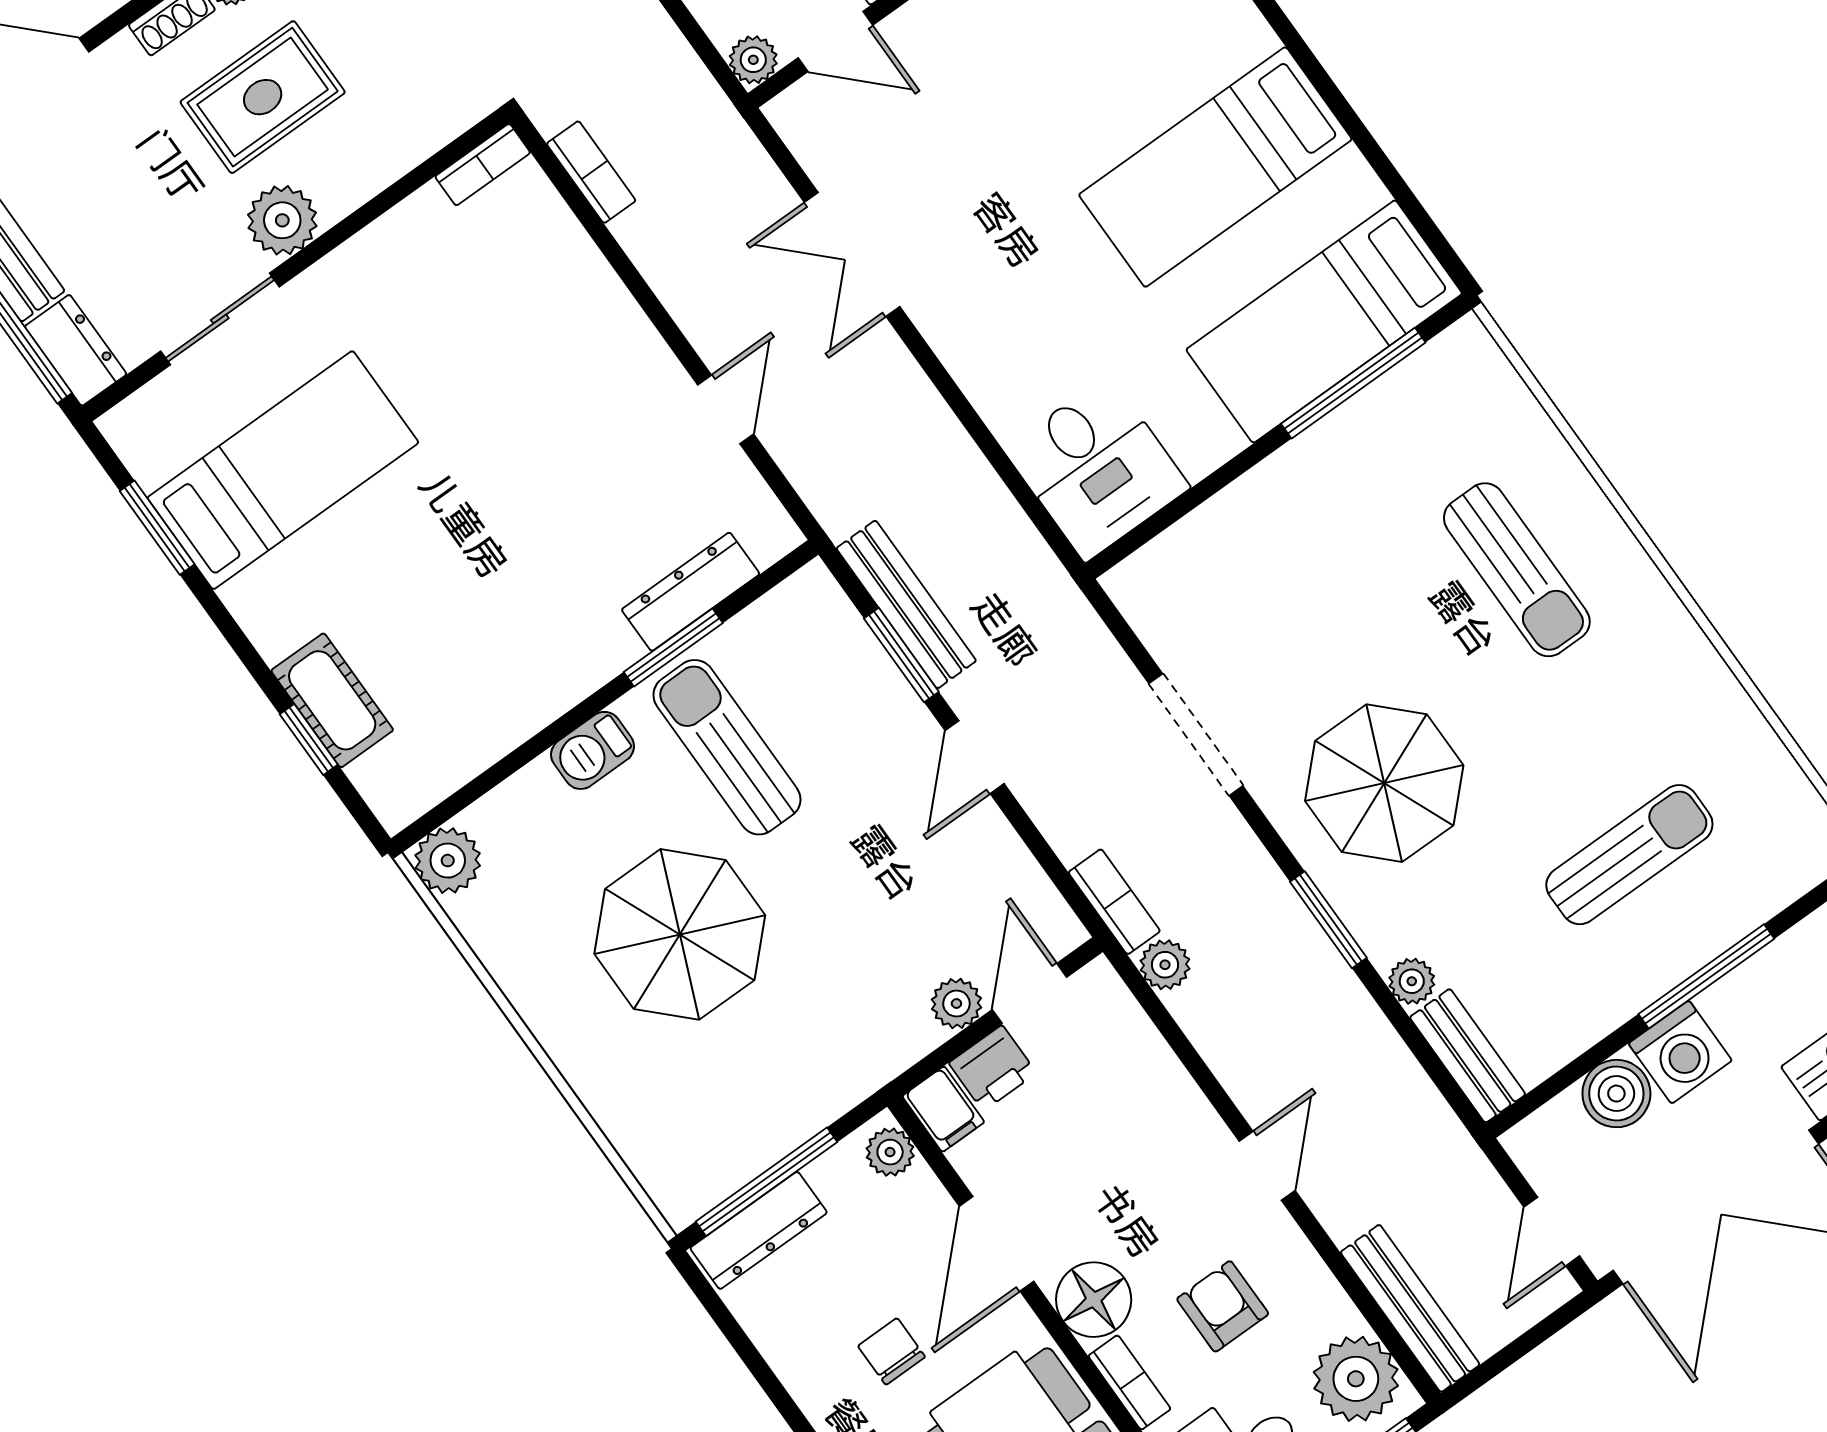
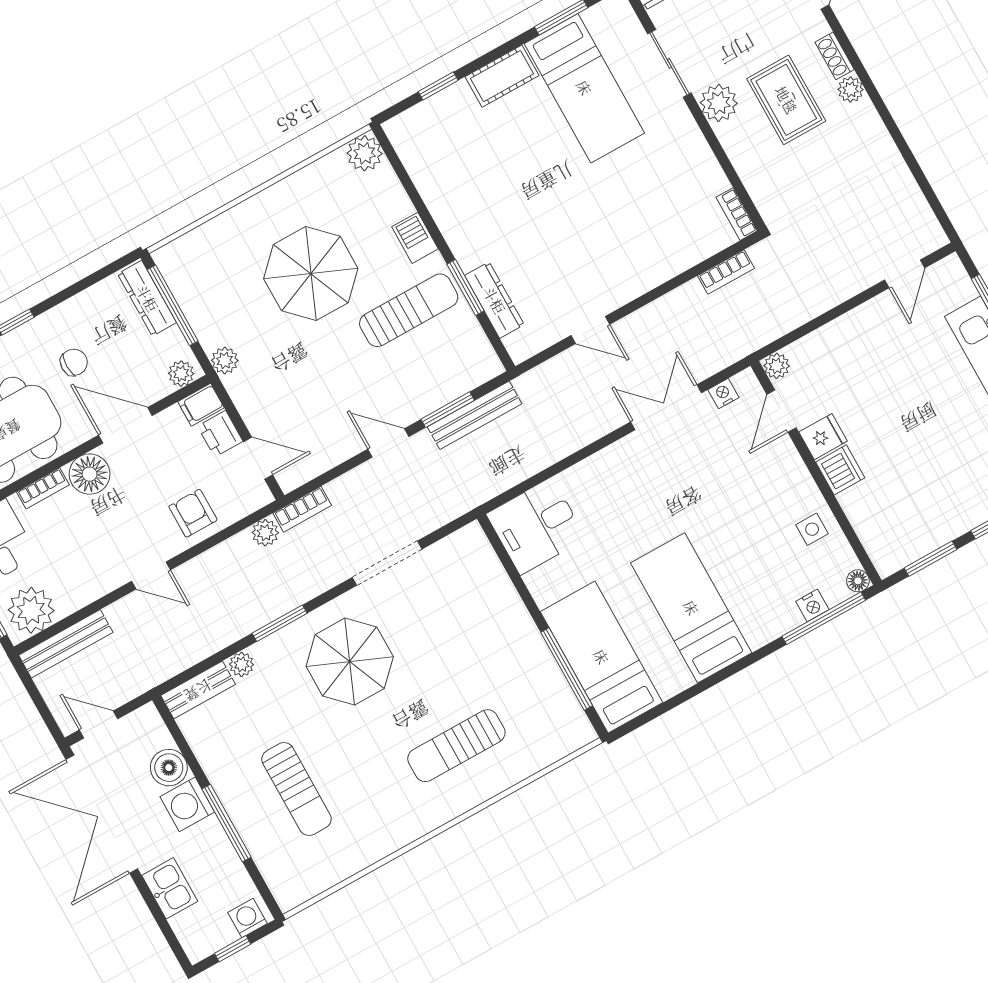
nightstand: (815, 152) -> (723, 394), added
cot: (332, 700) -> (502, 76), moved
plant: (956, 1003) -> (225, 360), moved
armchair: (1223, 1306) -> (193, 513), moved, turned -90

